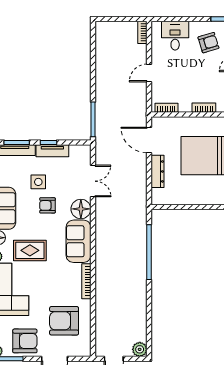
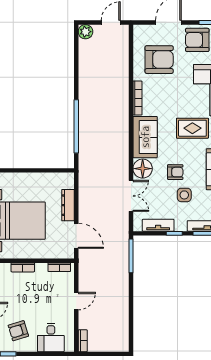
tv unit: (52, 151) -> (158, 225), moved
double door: (93, 181) -> (131, 196), swing flipped

